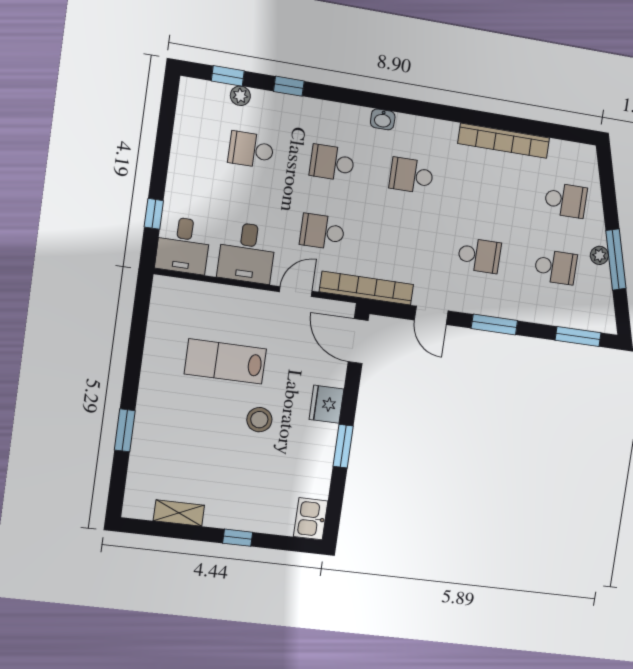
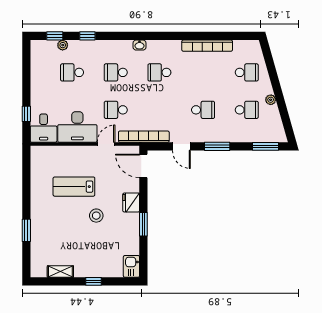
desk: (247, 253) -> (77, 127), width x1.37
window: (616, 260) -> (280, 101), removed

